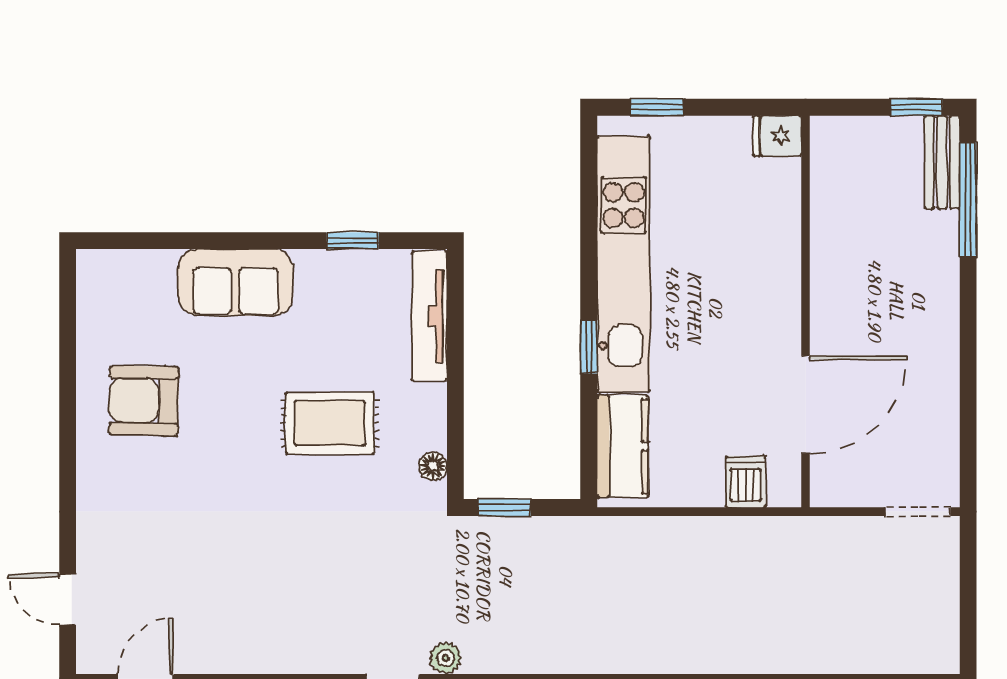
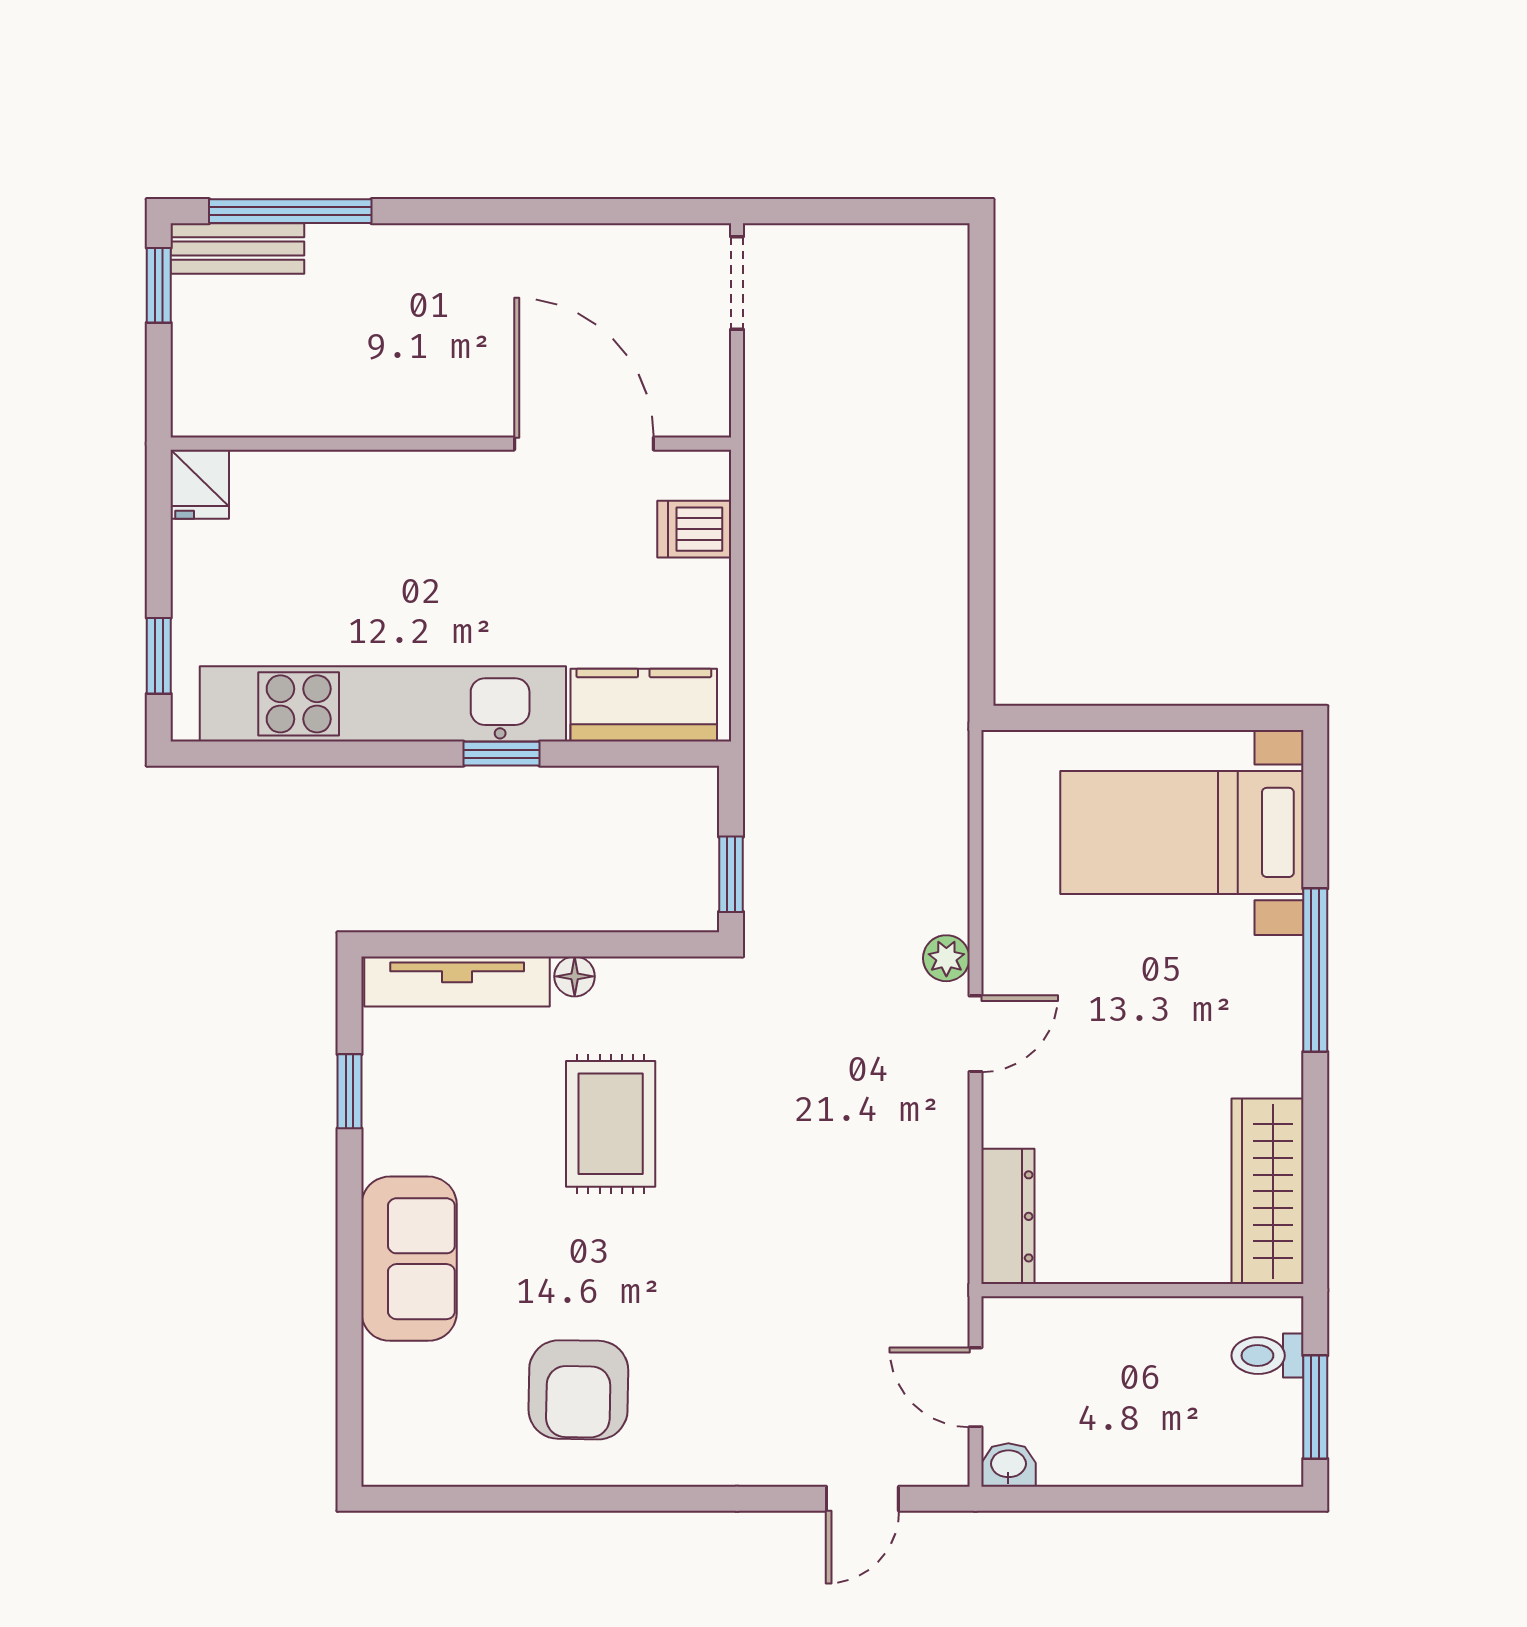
floor lamp: (433, 466) -> (575, 976), moved

